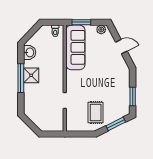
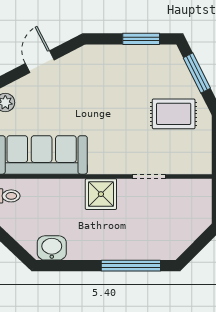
shower: (31, 75) -> (101, 194), moved
window: (21, 78) -> (131, 266), moved

